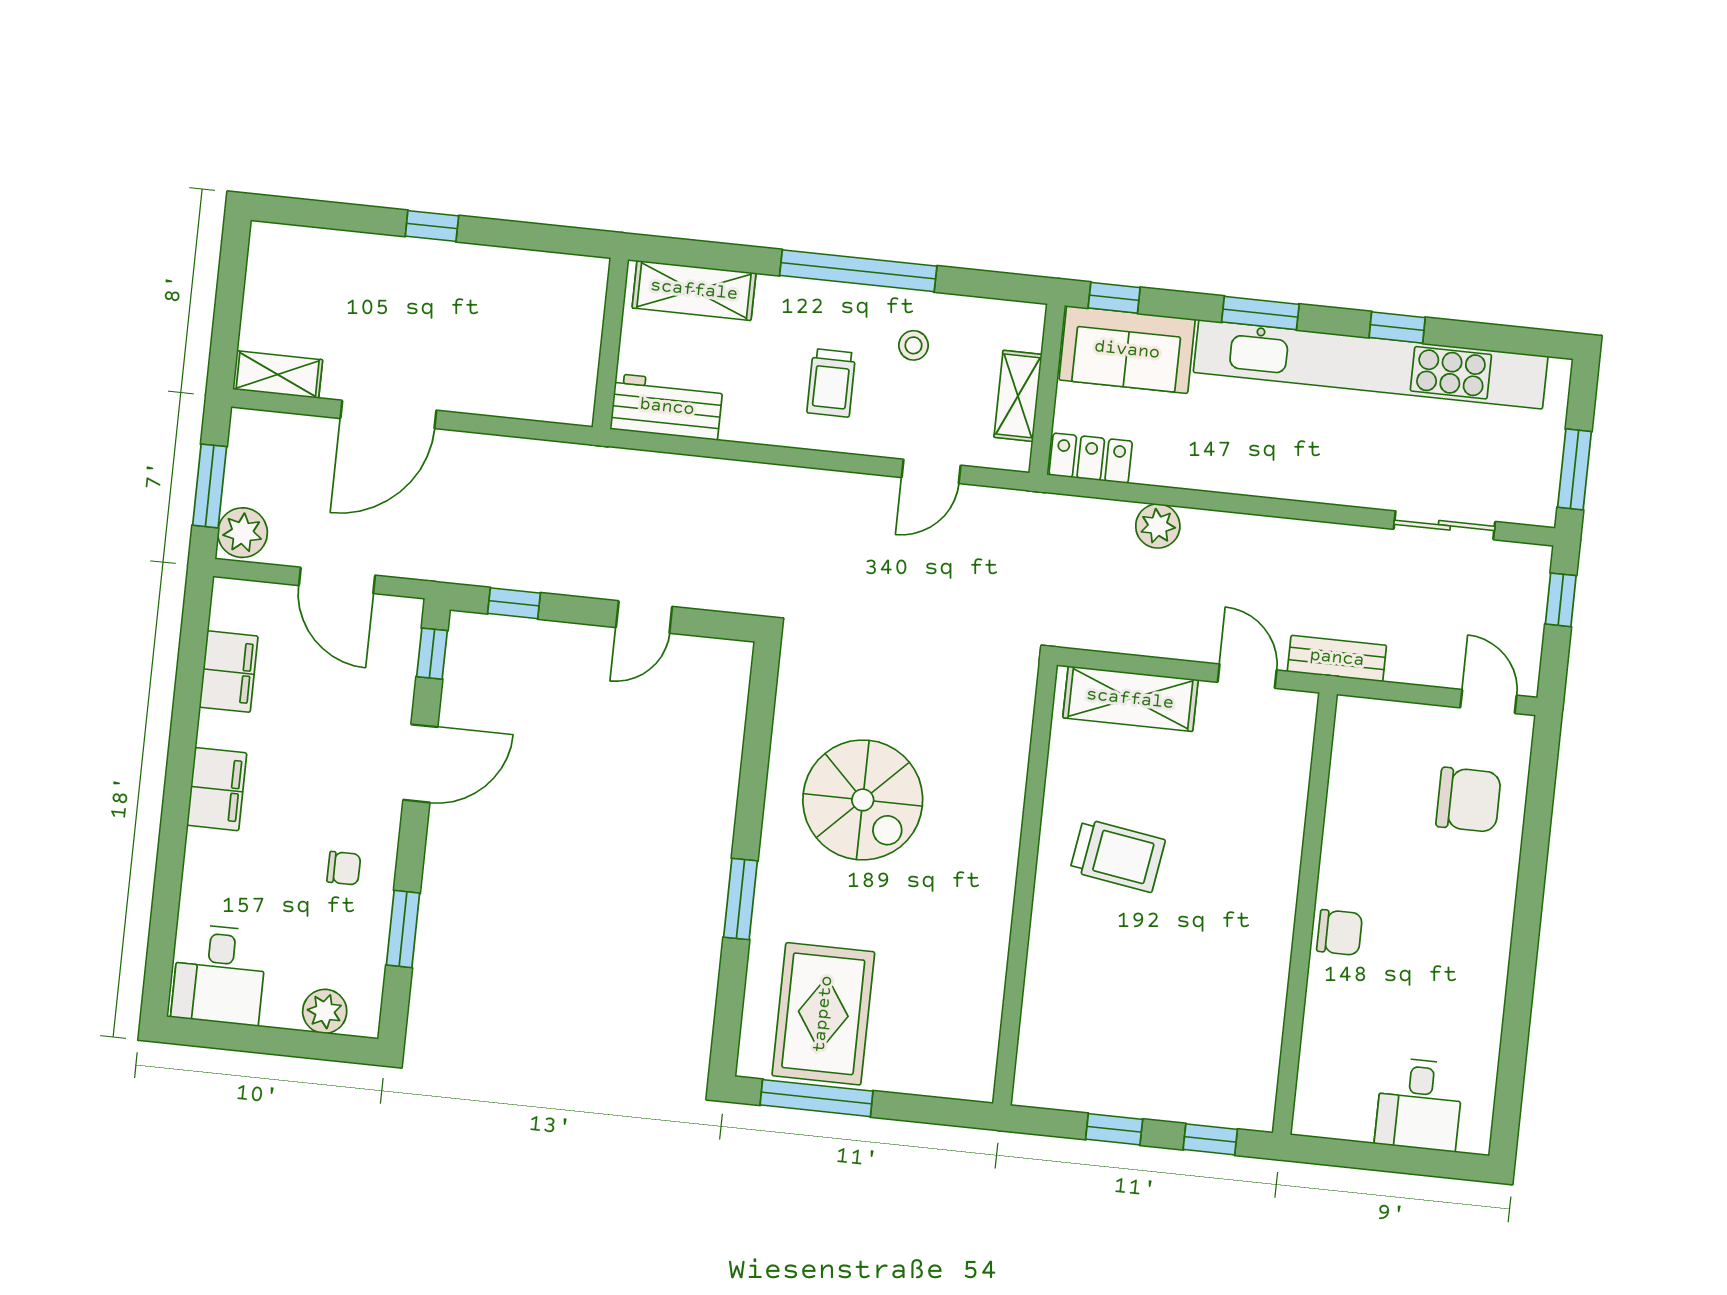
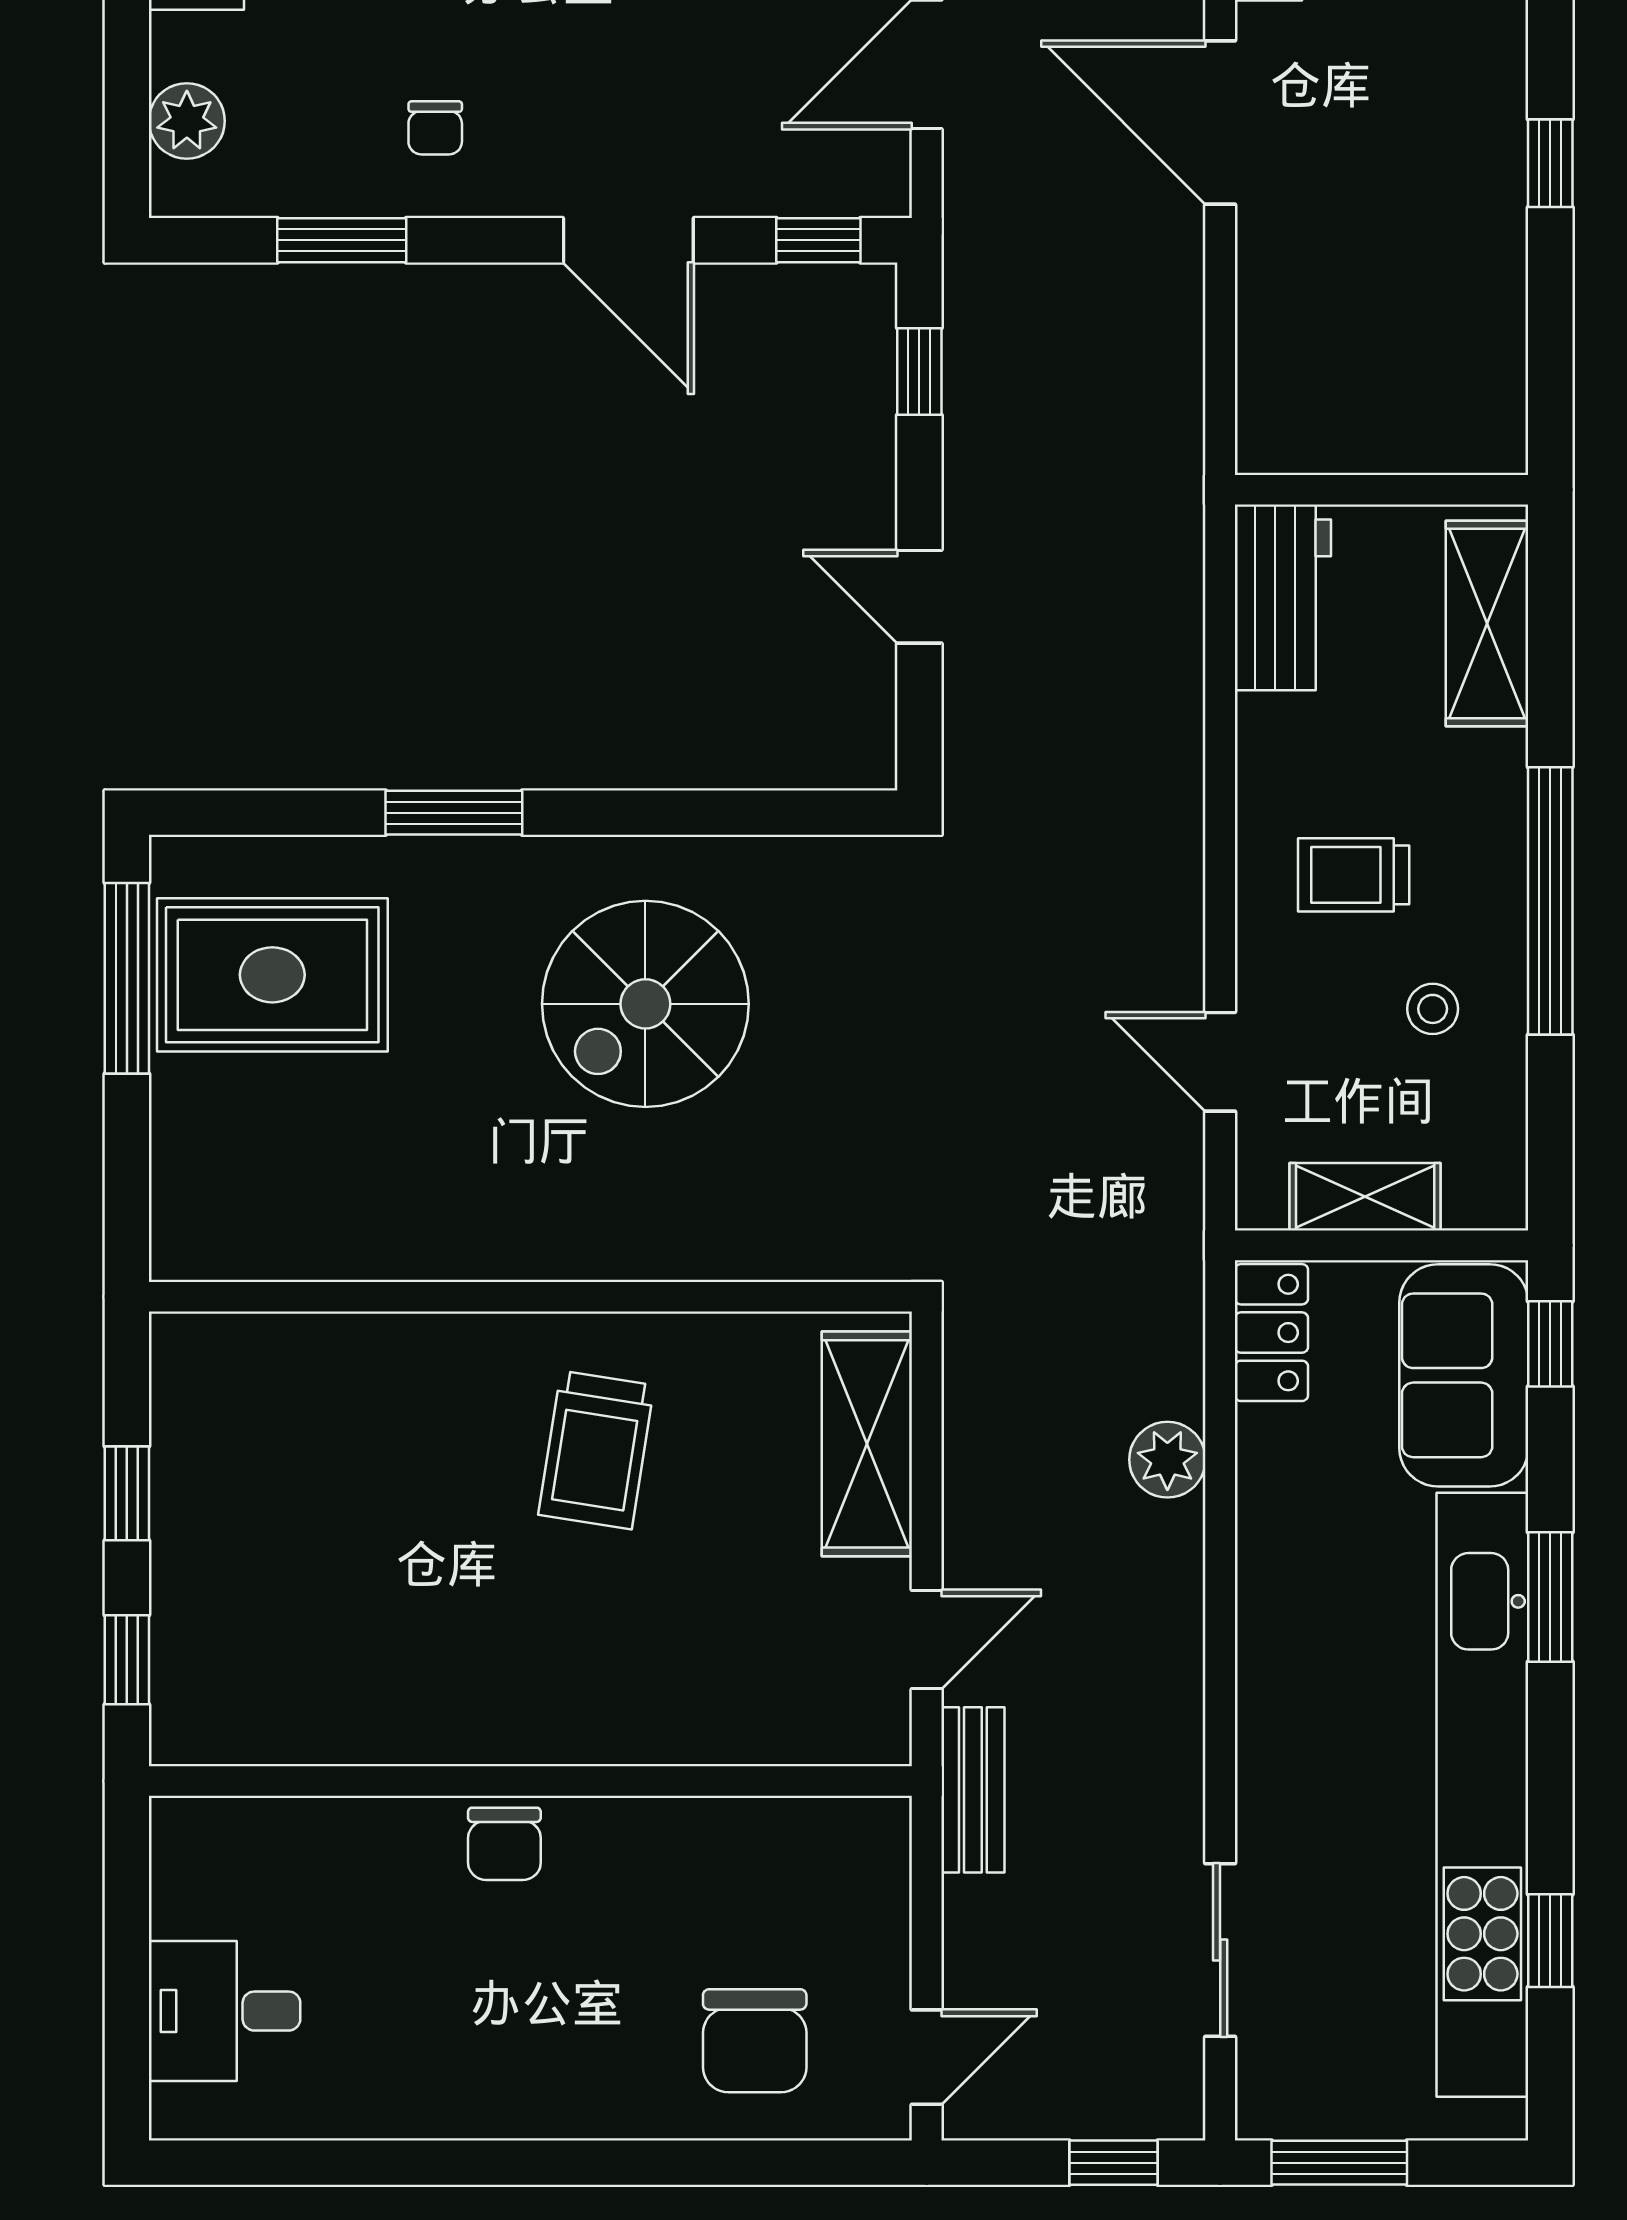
window: (1397, 327) -> (1550, 1941), moved

